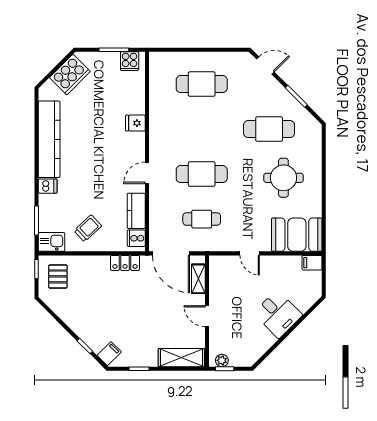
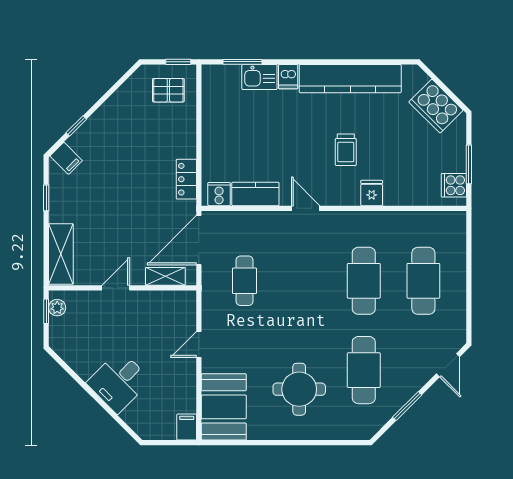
cafe table: (202, 174) -> (364, 281), moved
trolley: (88, 228) -> (346, 150), moved, turned 43
kitchen sink: (51, 242) -> (259, 77), moved, turned 90

